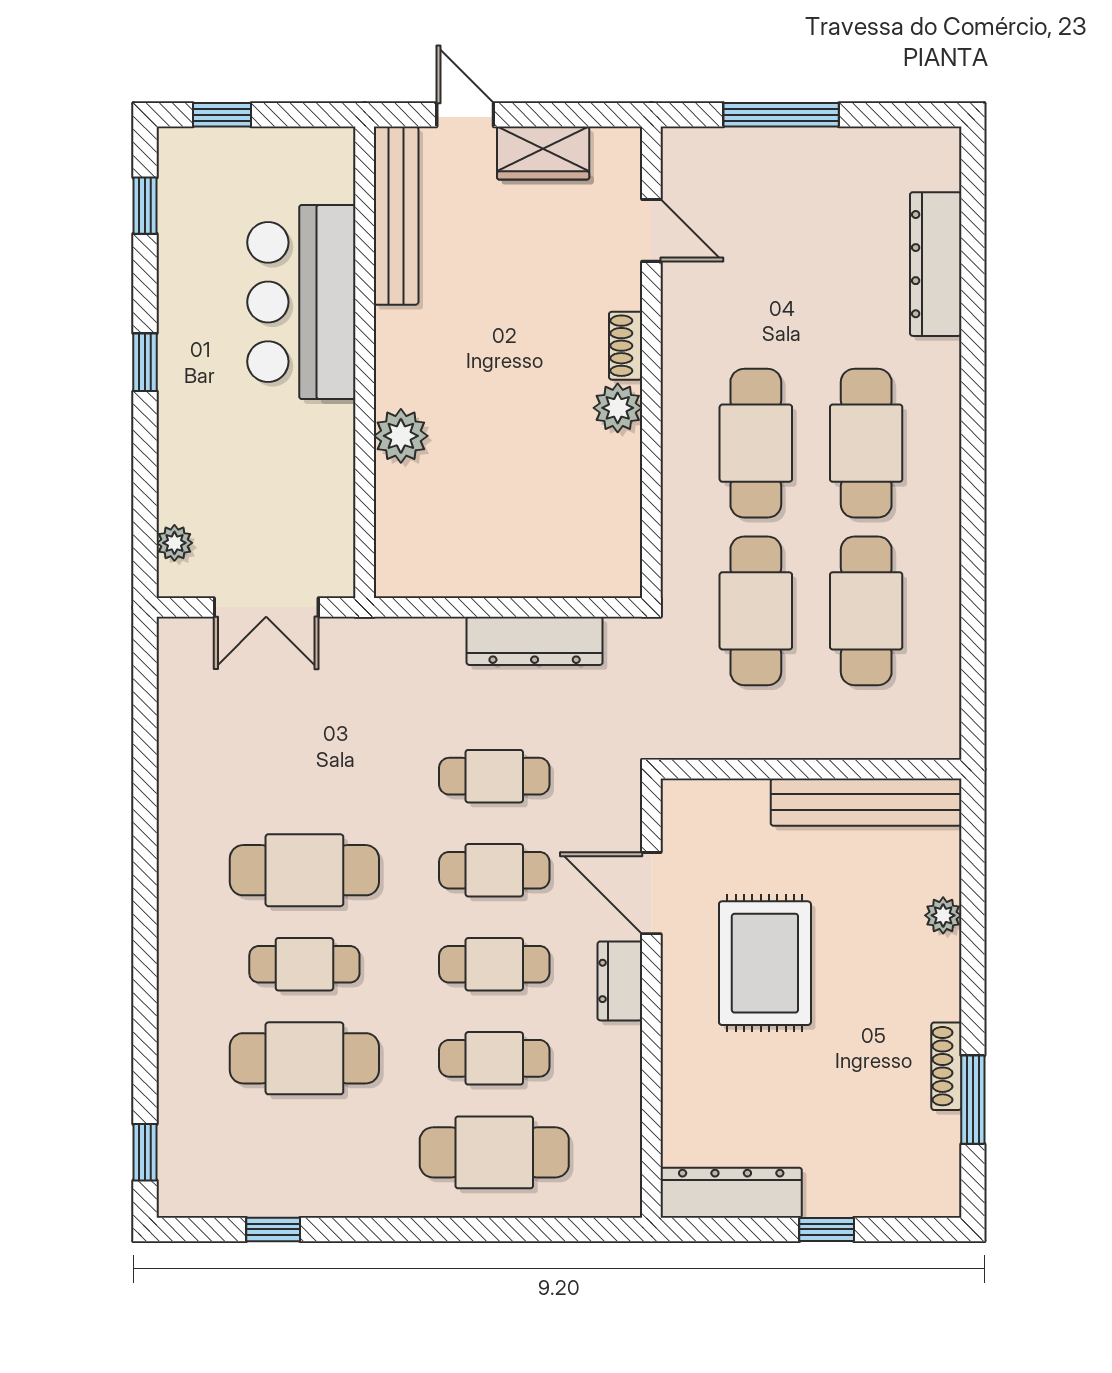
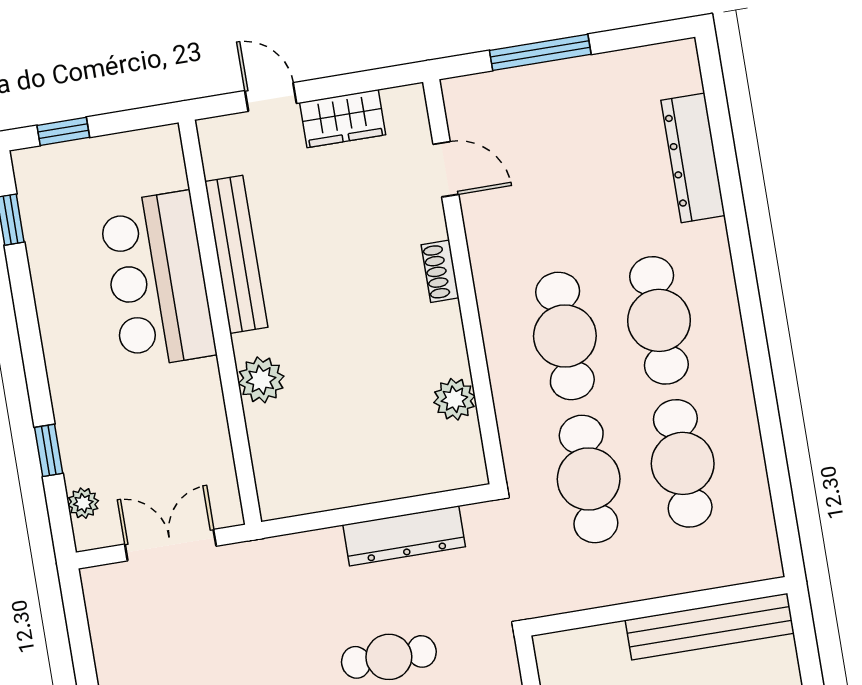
bench: (396, 216) -> (236, 254), moved
window: (145, 362) -> (49, 450), moved
plant: (618, 408) -> (454, 399), moved
double door: (266, 607) -> (171, 545), swing flipped

